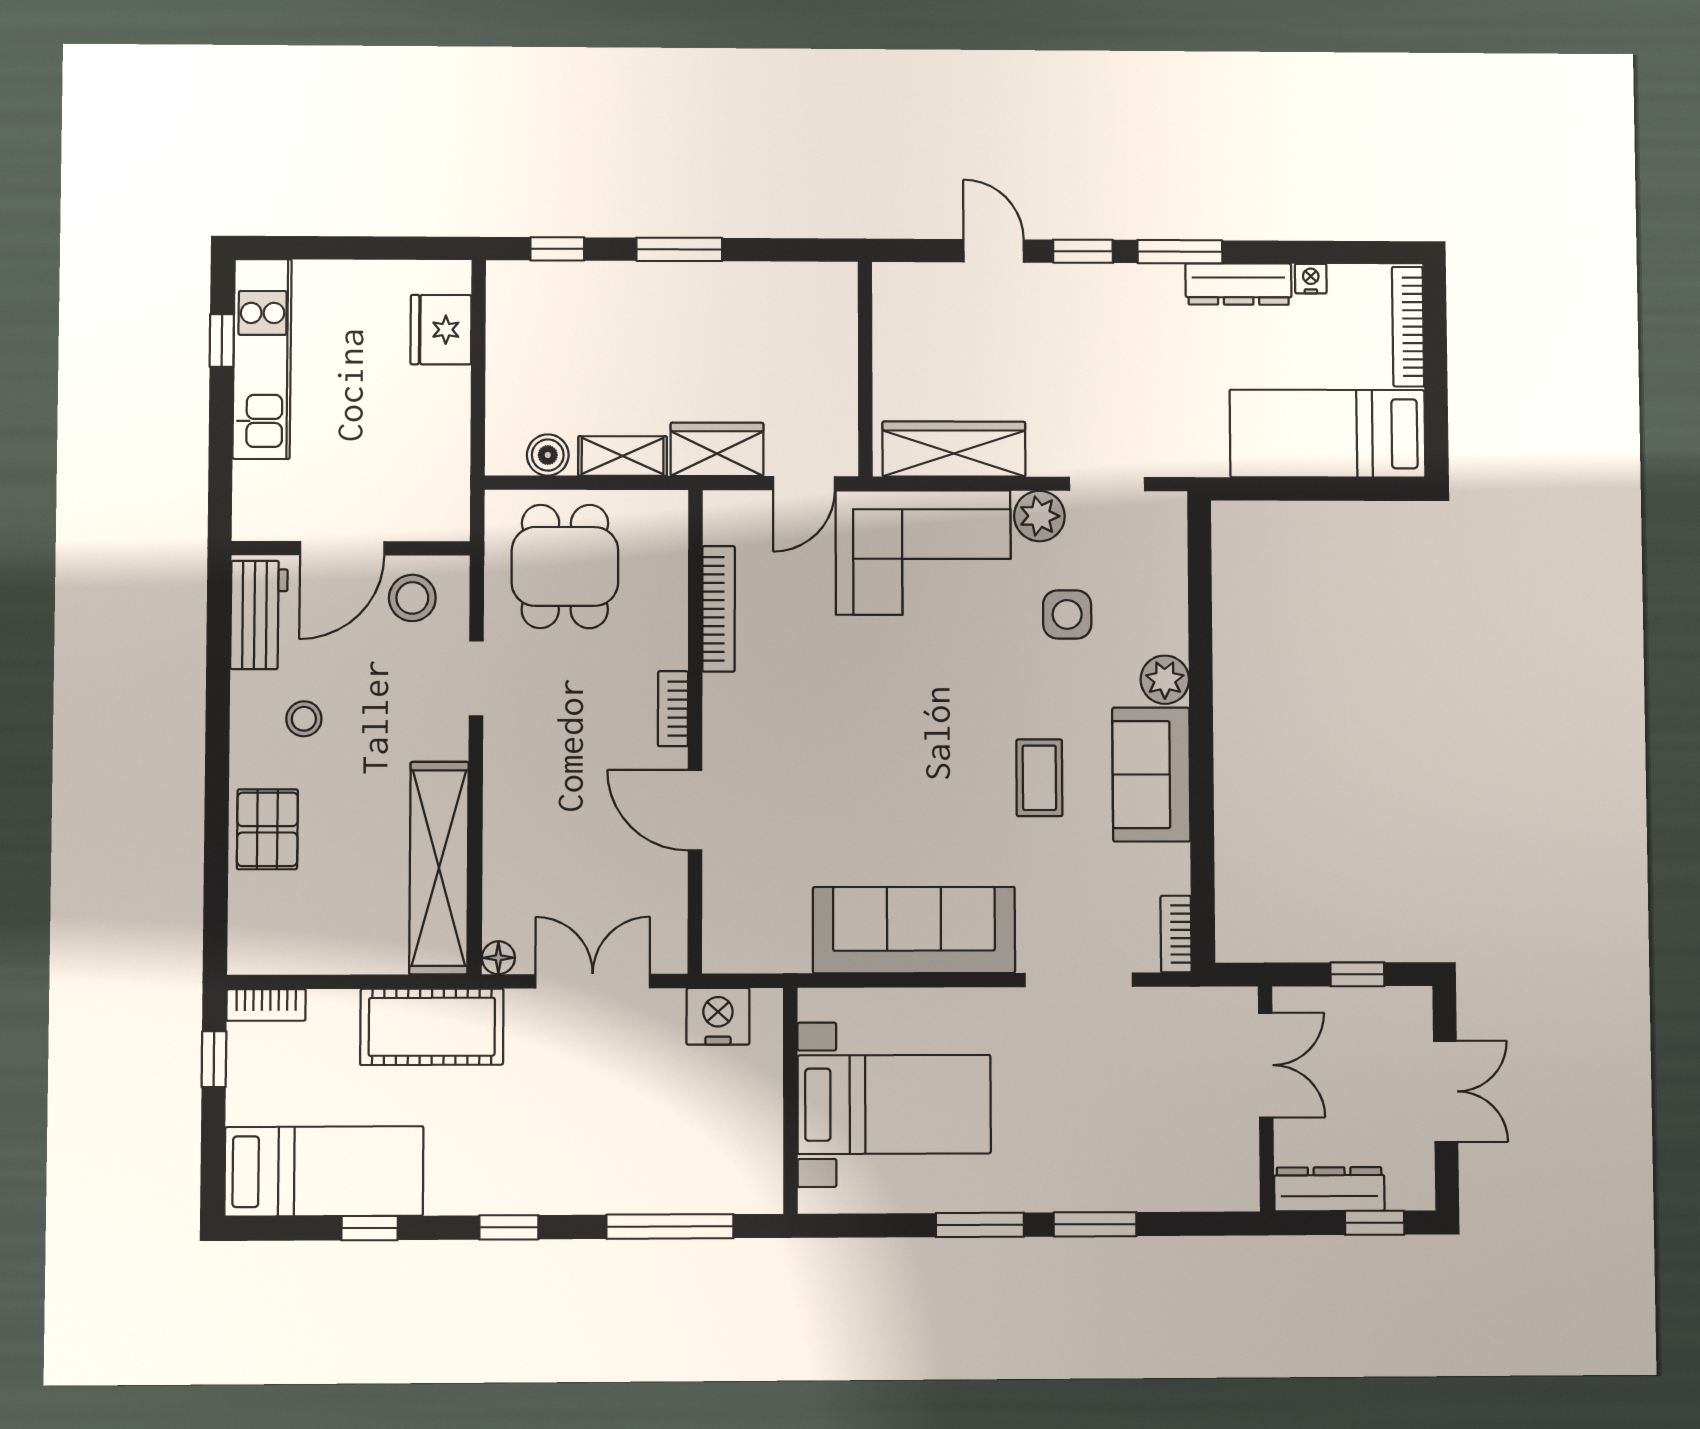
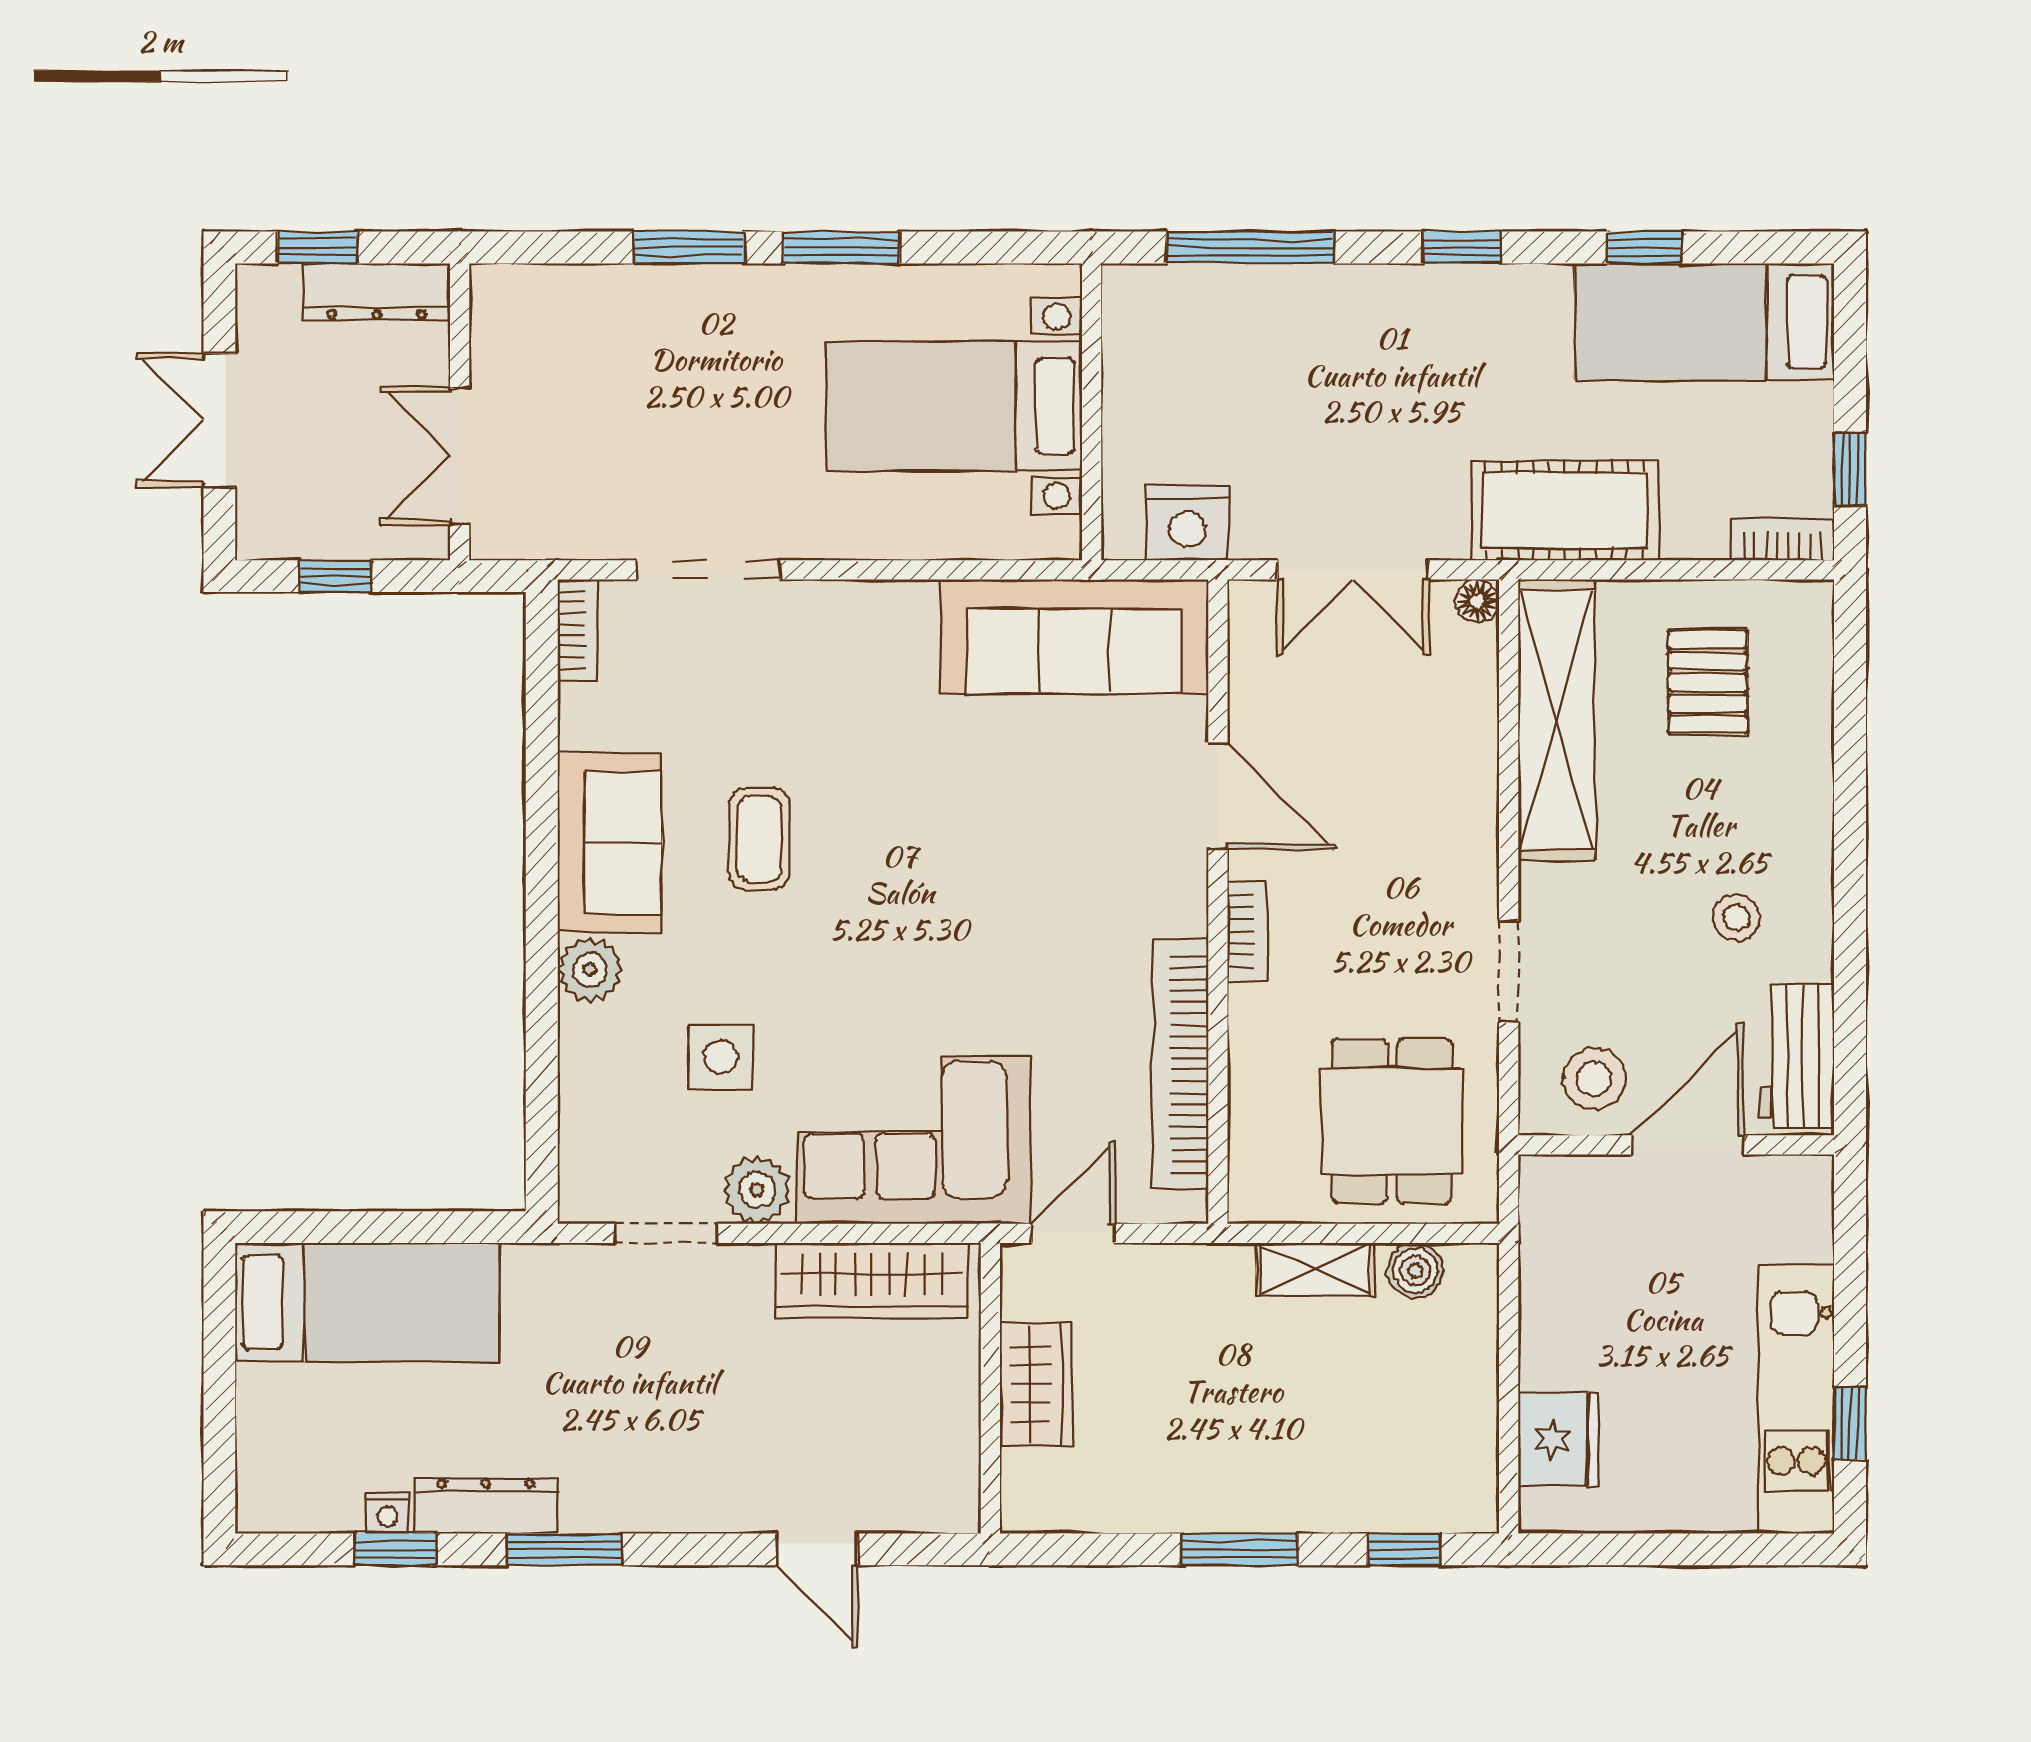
window: (1083, 251) -> (395, 1549), moved
bookcase: (1408, 327) -> (256, 1448), removed
wardrobe: (717, 449) -> (1036, 1384), moved, turned -90
bookcase: (719, 609) -> (1180, 1065), width x1.48, depth x1.31
pallet: (267, 829) -> (1708, 682), moved
sofa: (914, 930) -> (1074, 636), moved

